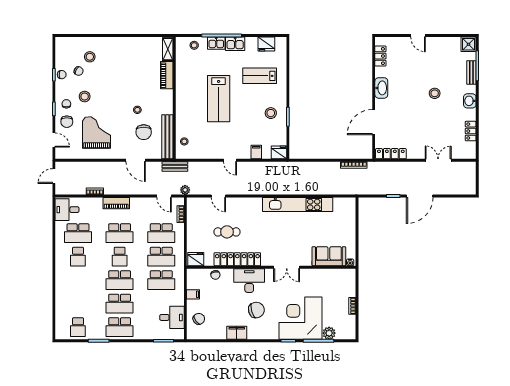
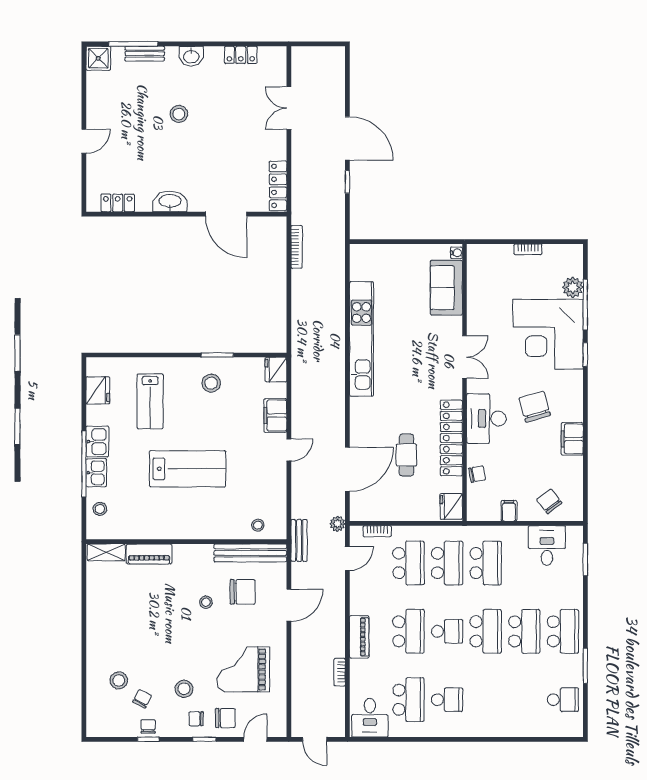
filing cabinet: (256, 152) -> (275, 416), width x2.00
door: (218, 196) -> (347, 469), width x1.87

